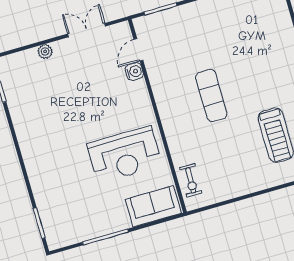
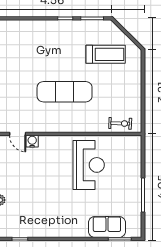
exercise mat: (211, 95) -> (65, 92), width x1.36, depth x1.45
sofa: (153, 206) -> (107, 227), moved, turned 90

